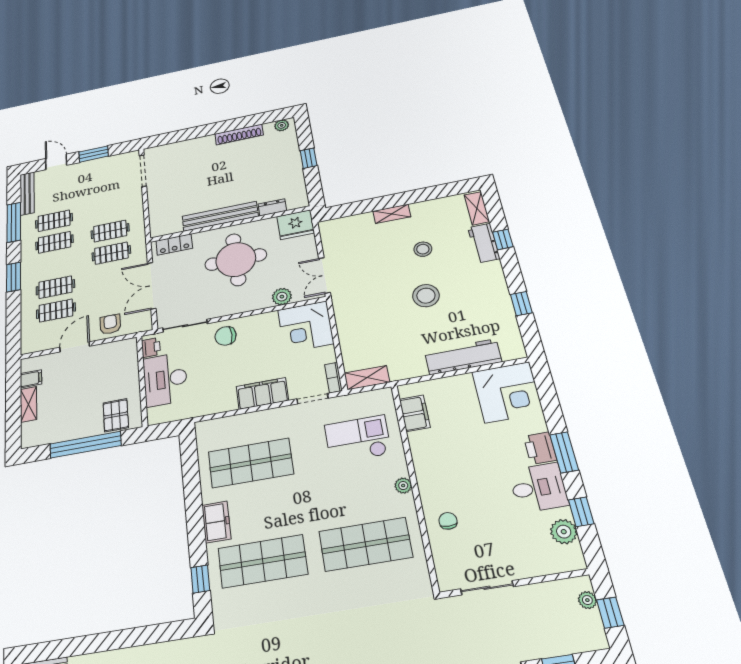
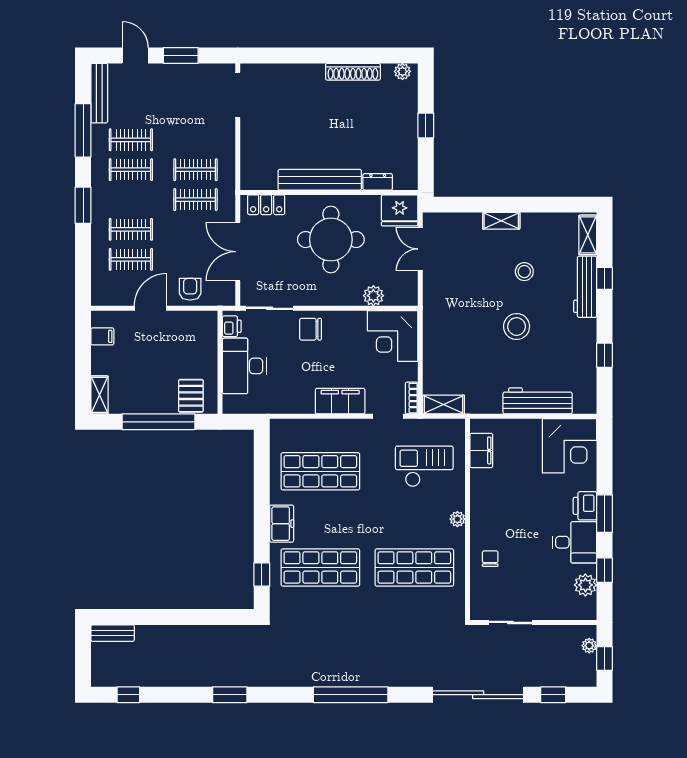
workbench: (484, 243) -> (585, 287), width x1.38
double door: (324, 275) -> (420, 249), moved
shelving: (28, 404) -> (99, 395), moved

